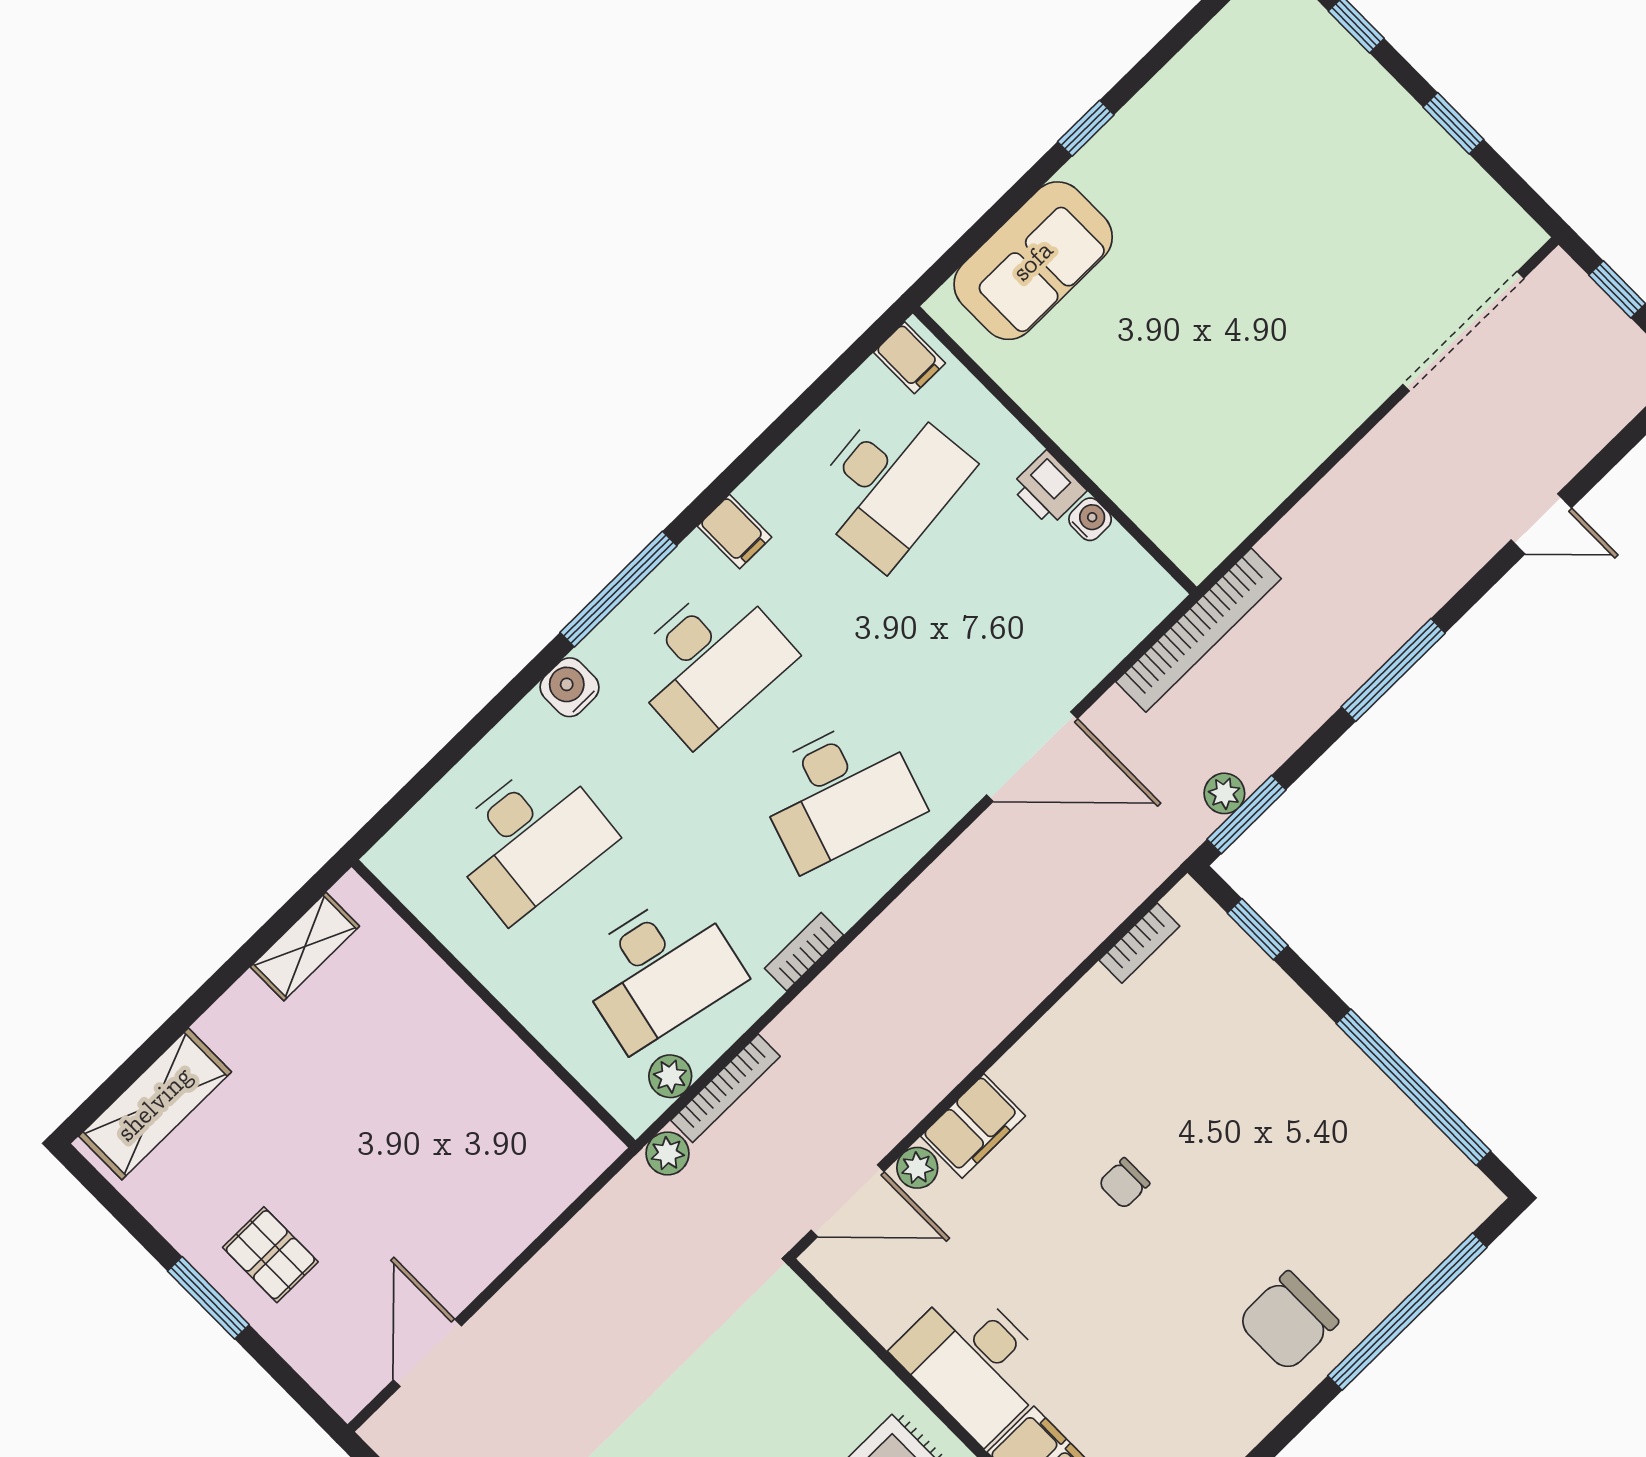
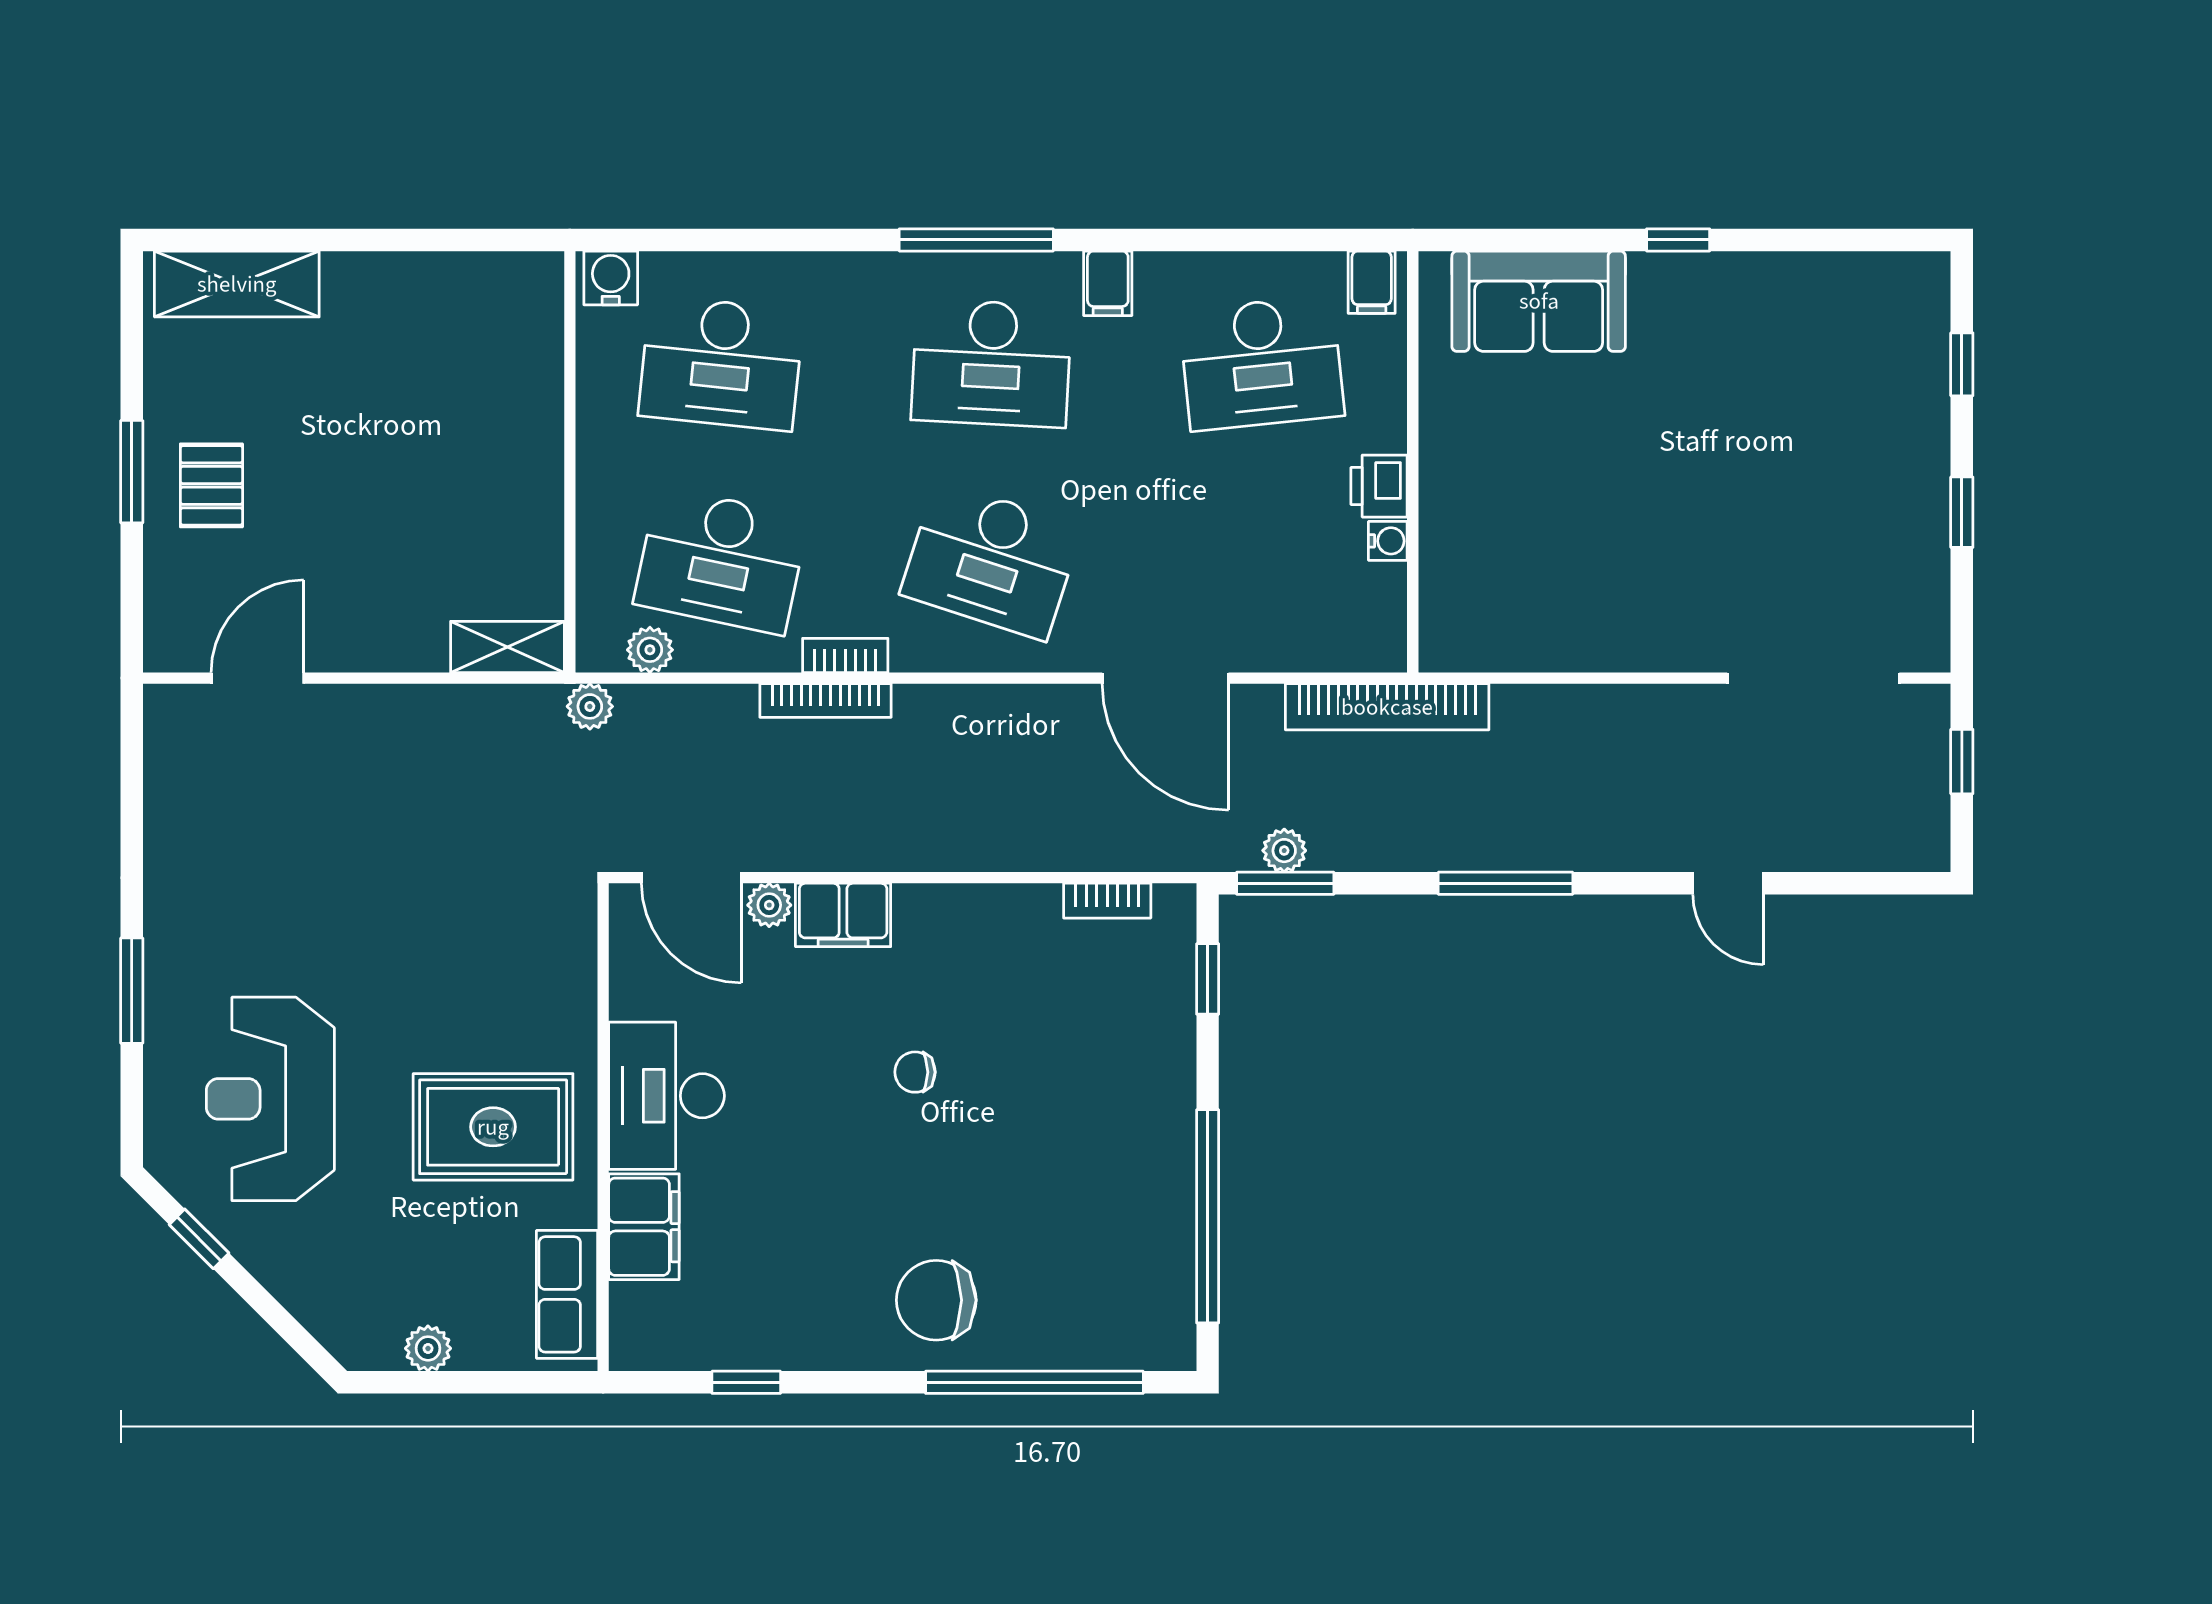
water cooler: (570, 687) -> (611, 278), moved
shelving: (305, 947) -> (507, 647), moved
bookcase: (725, 1088) -> (825, 700), moved

